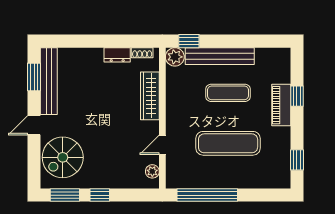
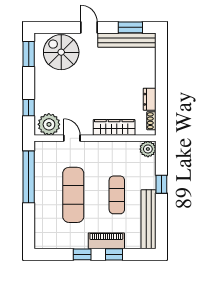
window: (189, 41) -> (161, 184), moved
bench: (220, 56) -> (149, 219), moved
window: (297, 160) -> (82, 254), moved
plant: (152, 171) -> (49, 124), width x1.87, depth x1.87
window: (100, 195) -> (29, 108), moved

